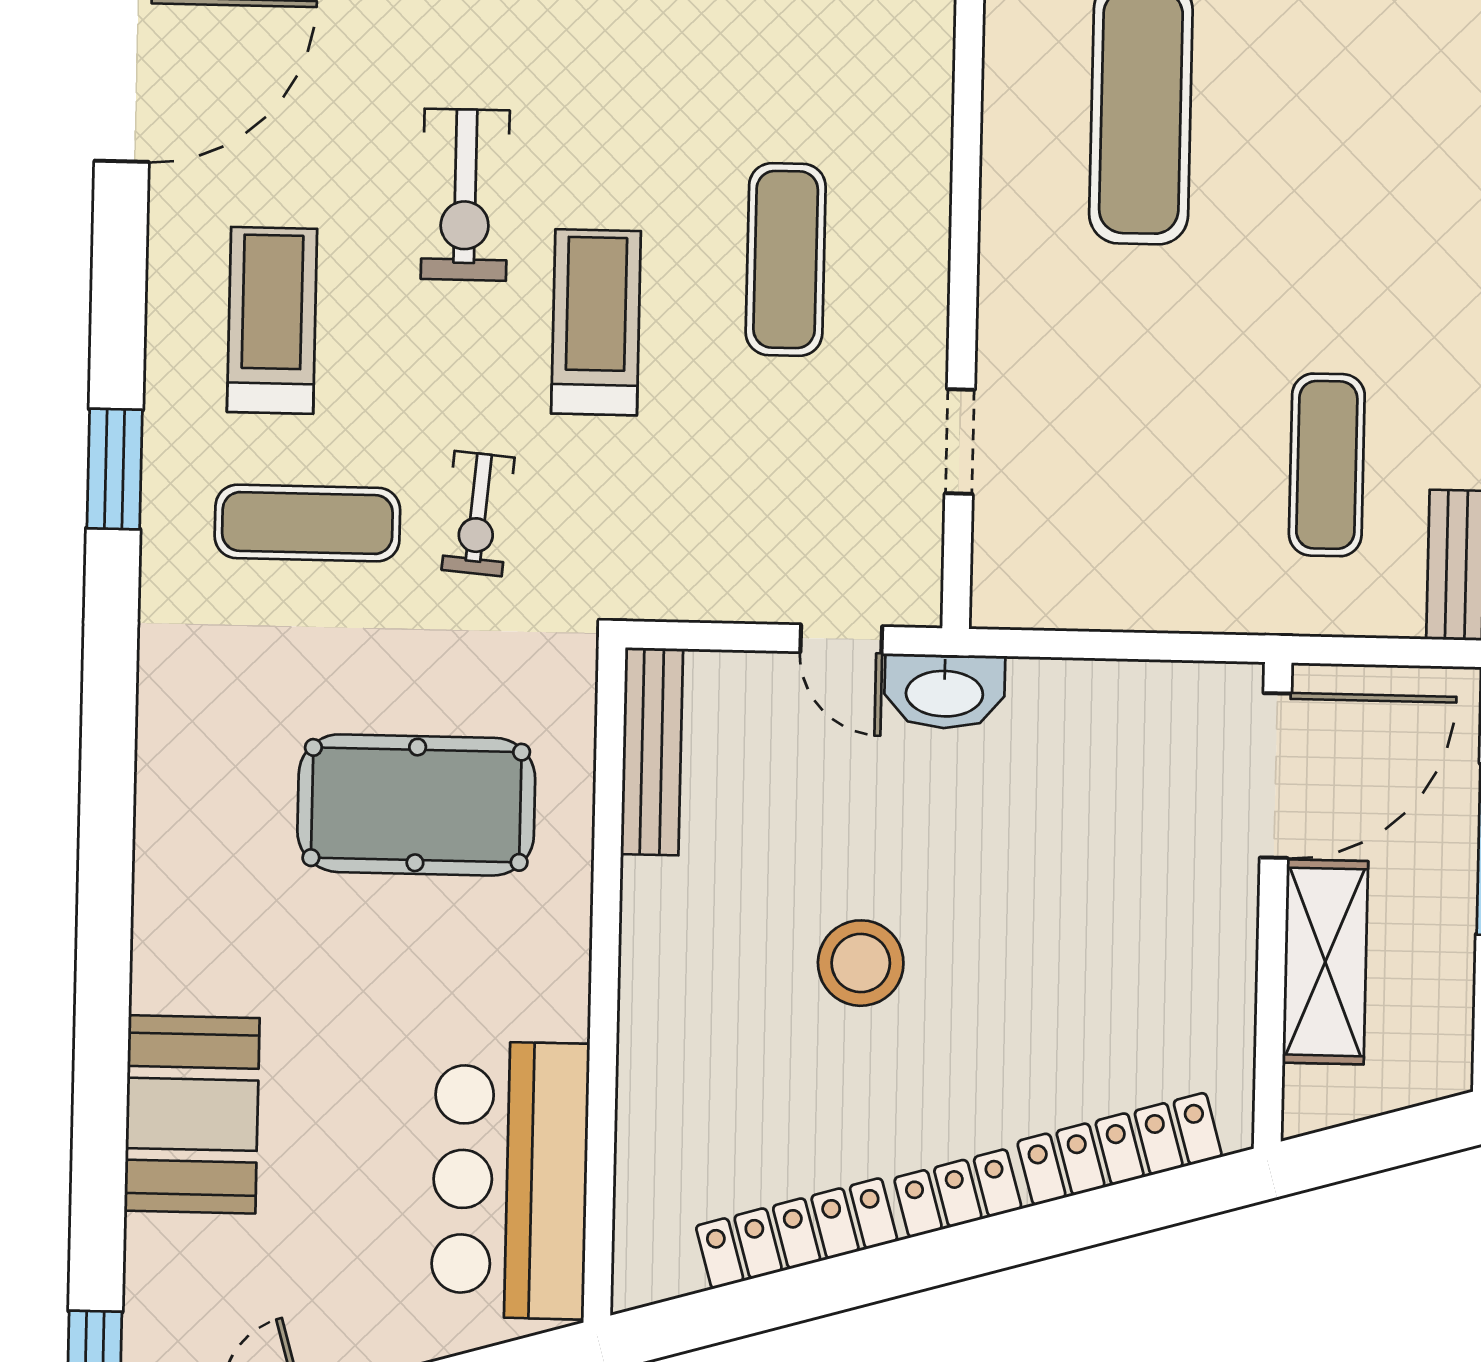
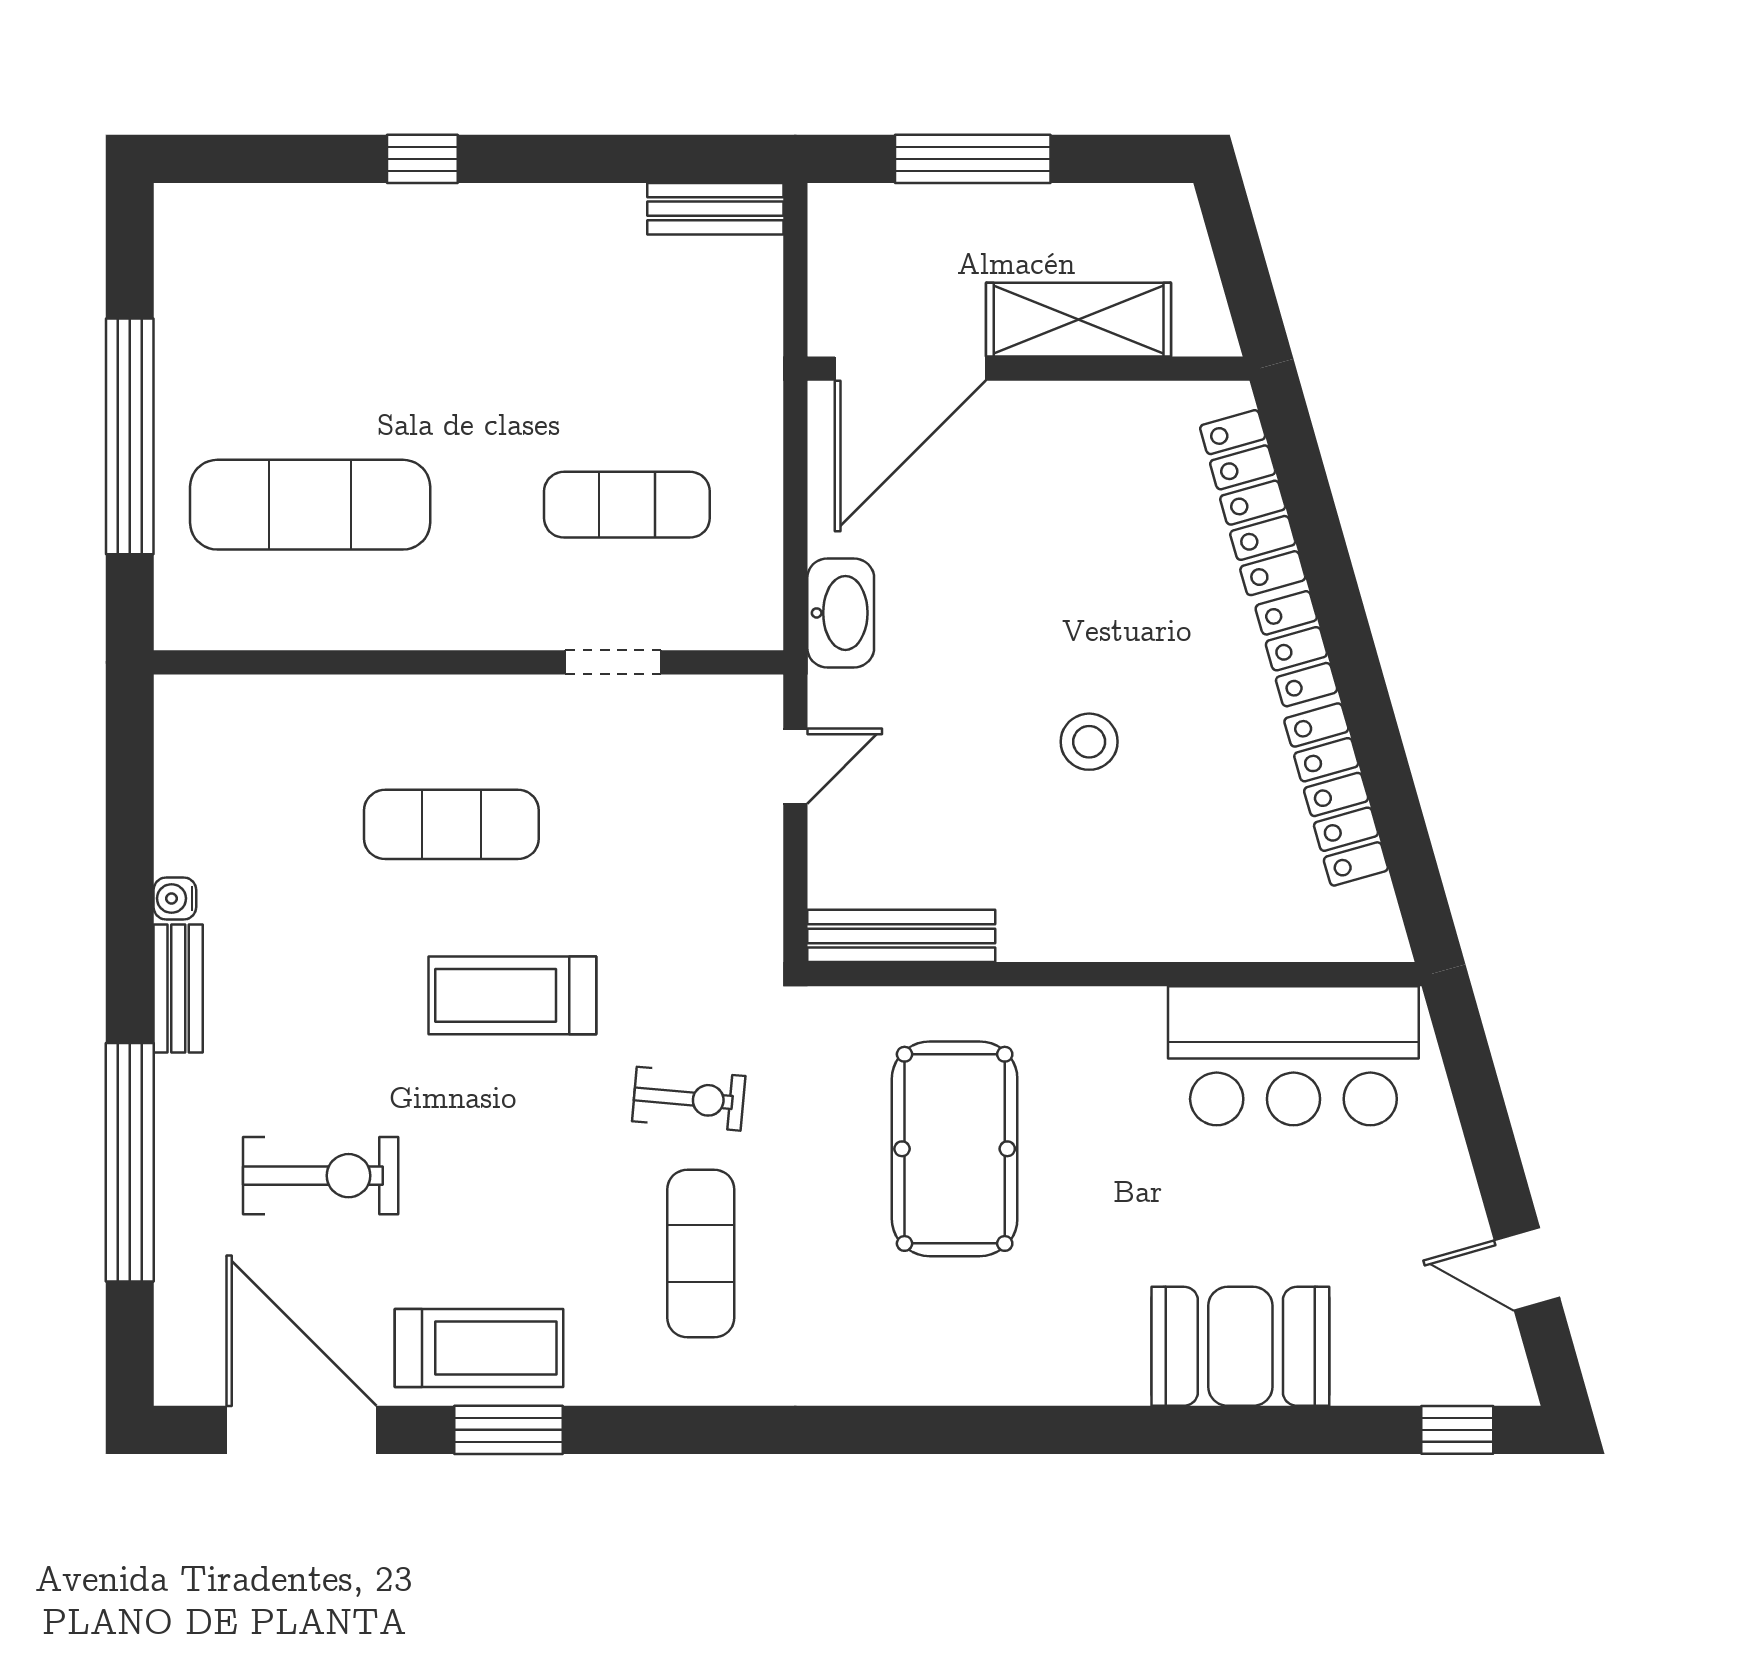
exercise bike: (465, 195) -> (321, 1176), moved
treadmill: (272, 320) -> (479, 1348), moved, turned 180
exercise mat: (1327, 465) -> (627, 505), moved
window: (115, 469) -> (508, 1430), moved
washbasin: (944, 691) -> (841, 613), moved
door: (1276, 776) -> (910, 369), swing flipped
stool: (861, 963) -> (1089, 742), width x0.73, depth x0.73

